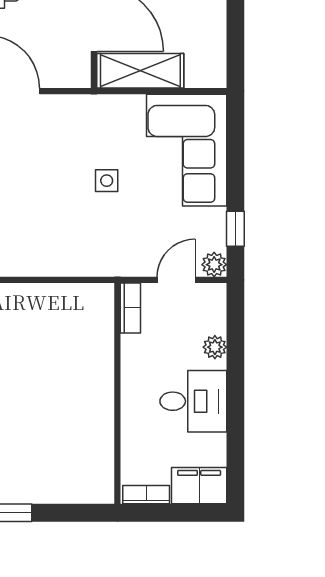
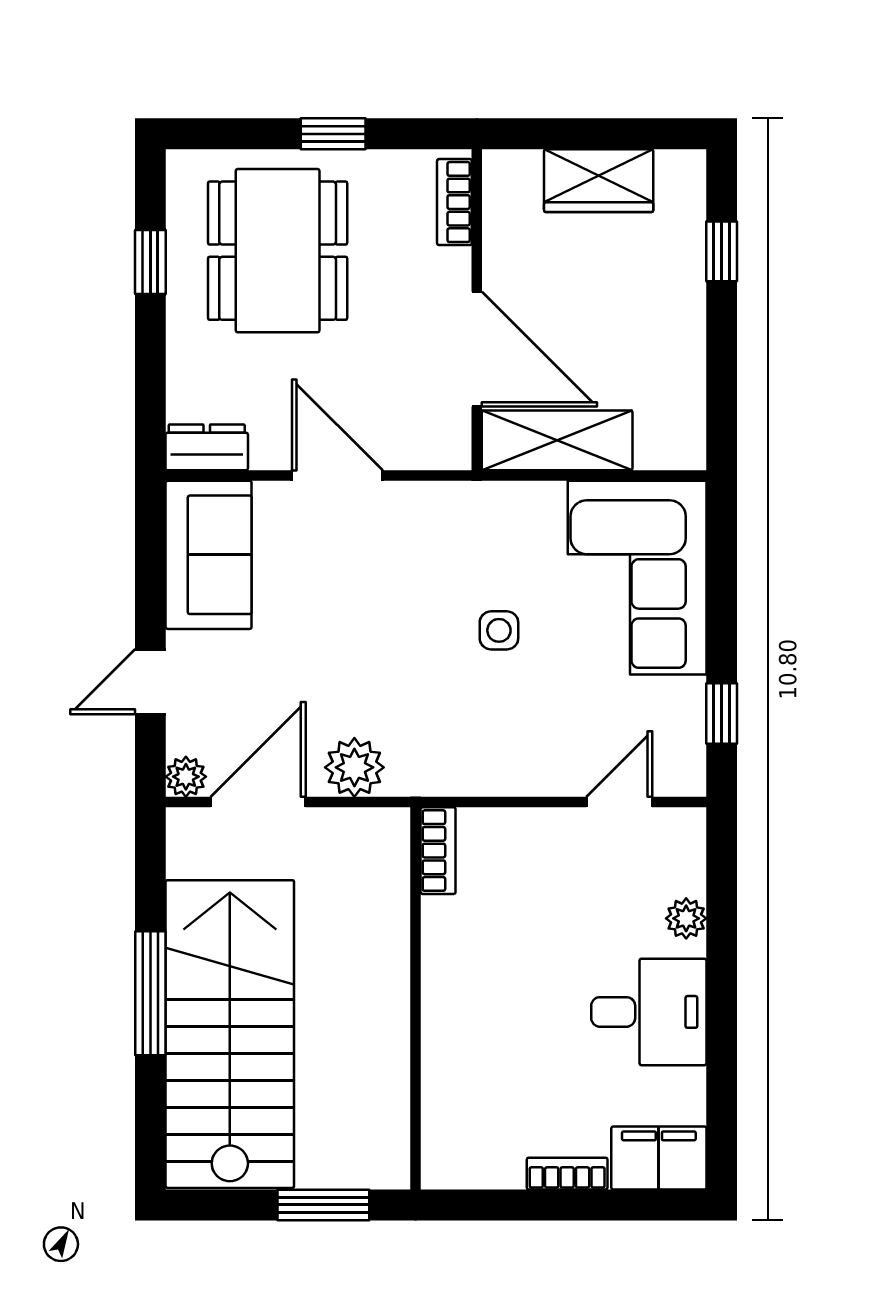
plant: (214, 265) -> (354, 767), moved, width x1.38, depth x1.38
bookcase: (130, 308) -> (438, 851), moved
wall: (117, 393) -> (416, 998), moved

